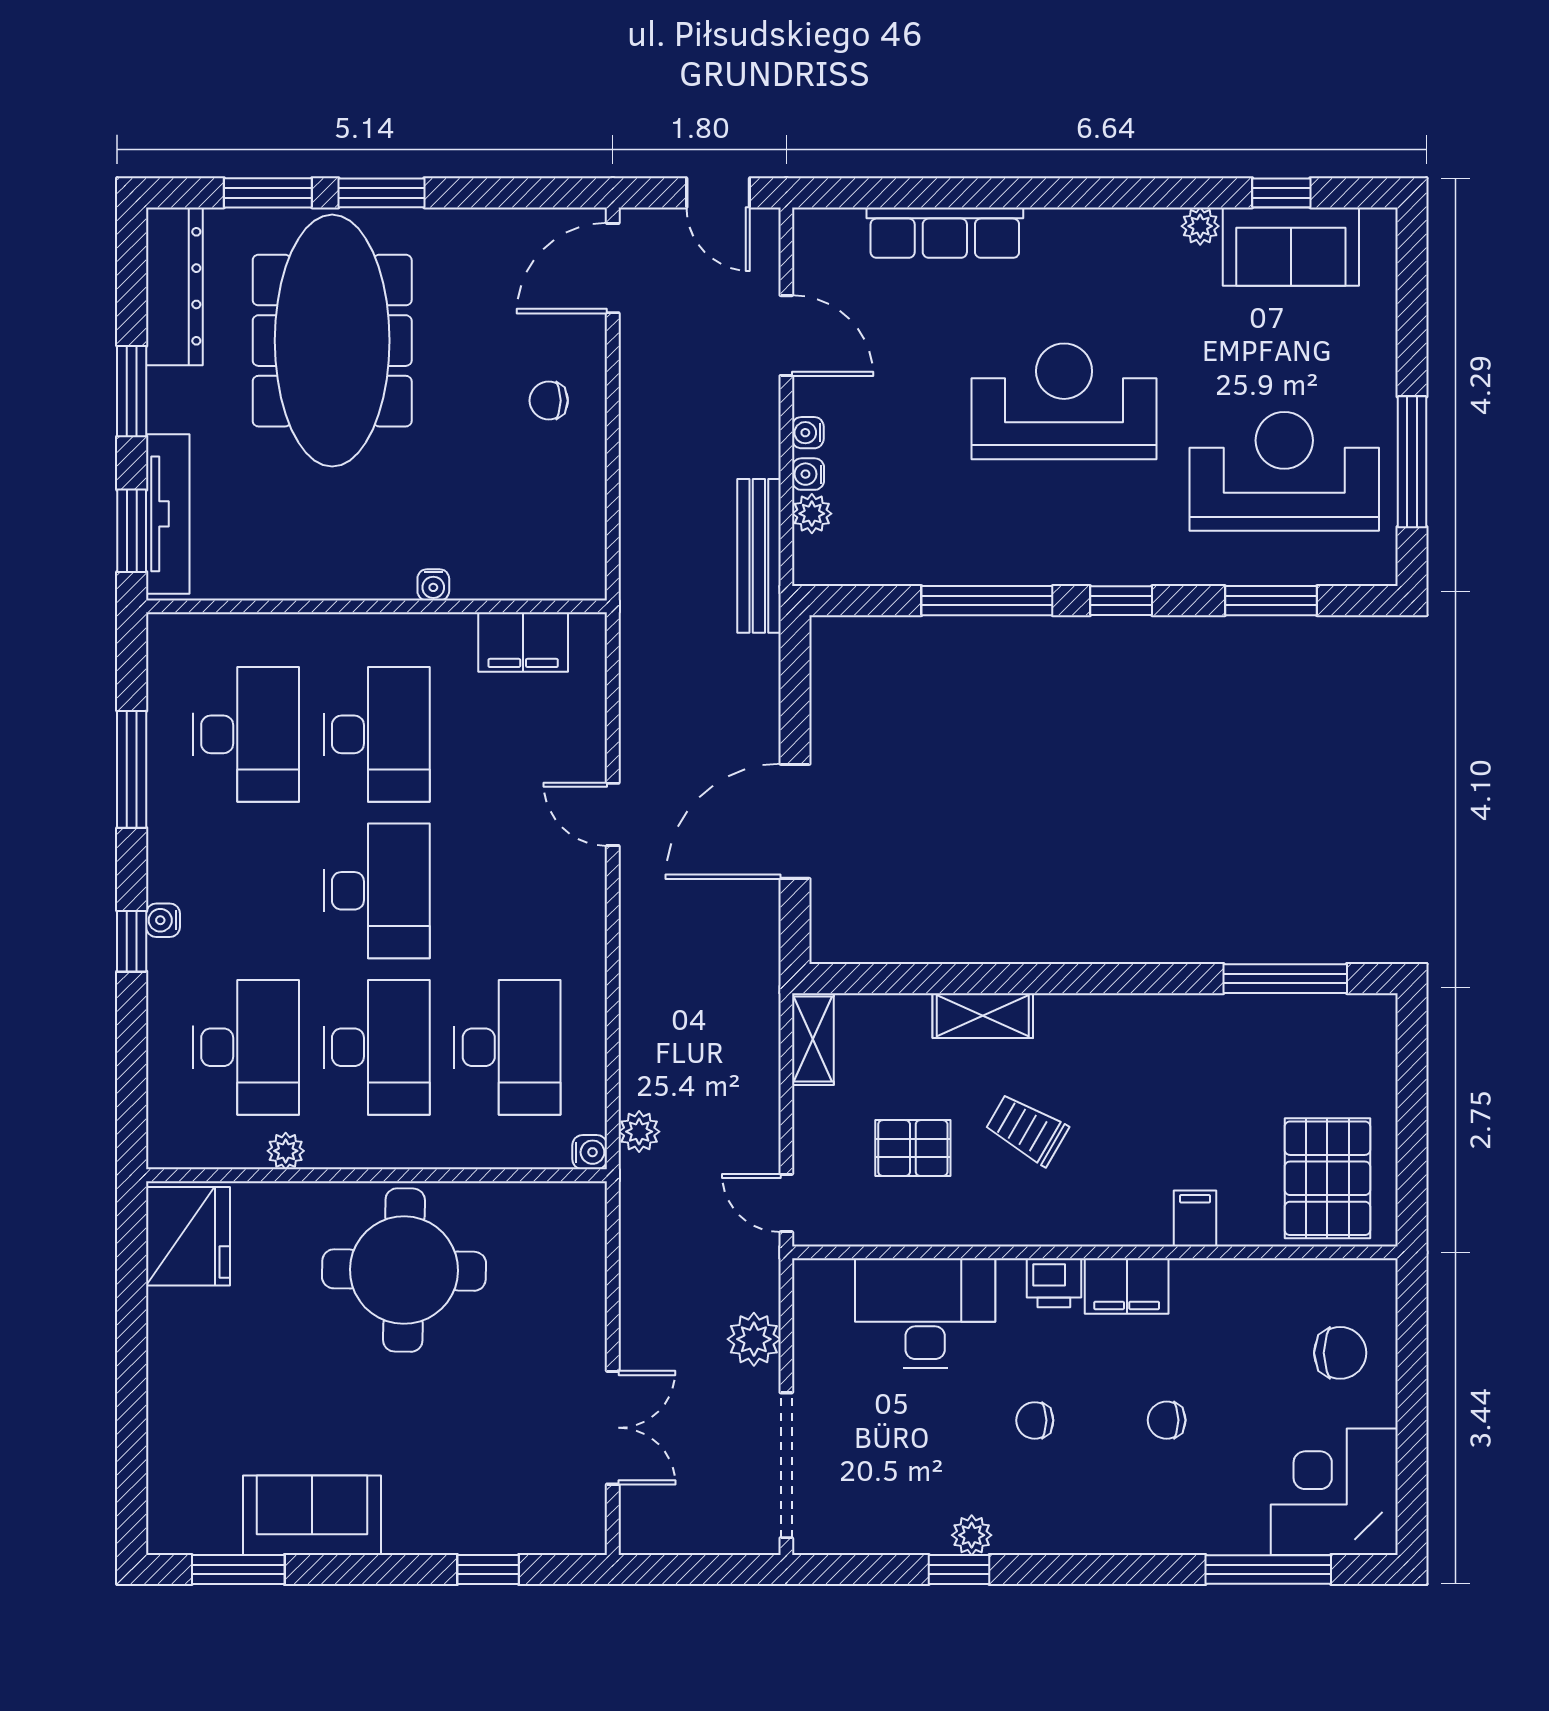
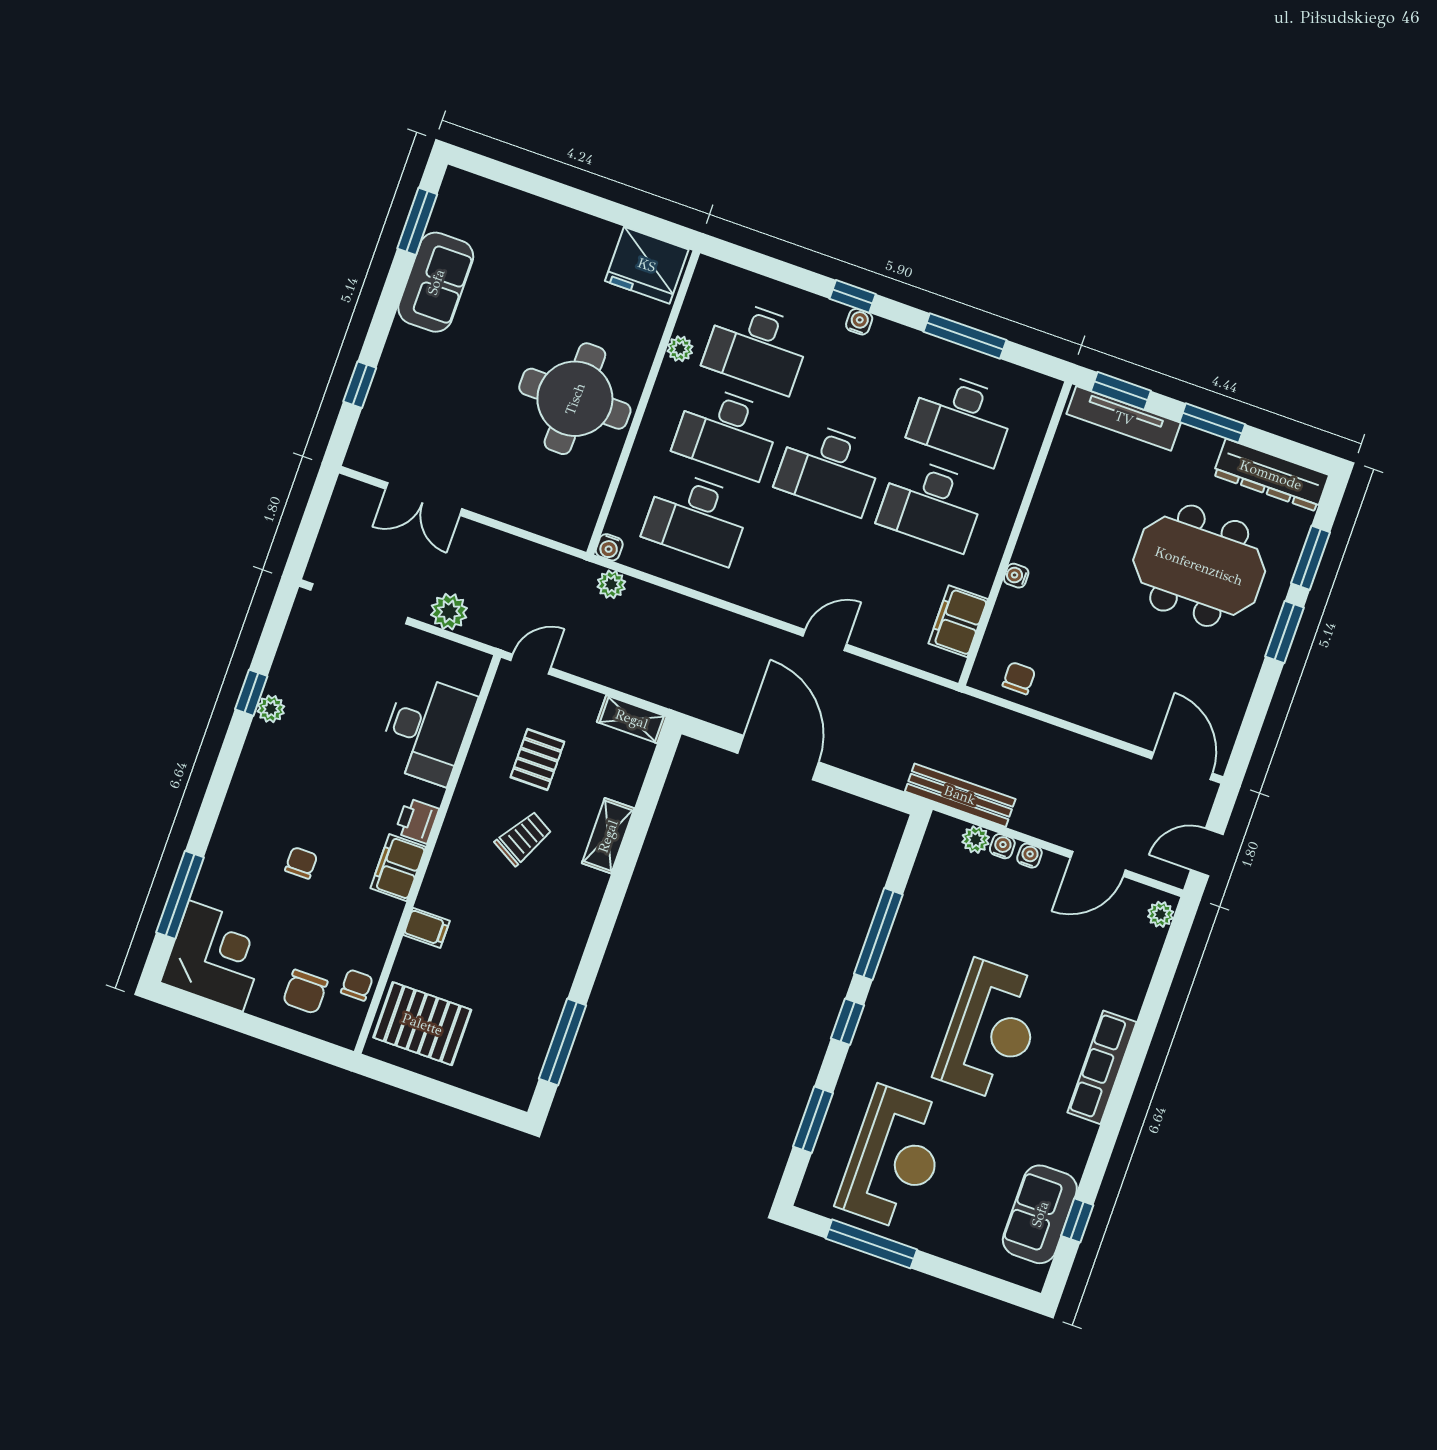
plant: (1200, 226) -> (1161, 914), moved
row of seats: (945, 233) -> (1102, 1067), moved
meeting table: (332, 341) -> (1199, 566), width x0.73
chair: (549, 401) -> (1019, 678), moved
chair: (1035, 1420) -> (357, 985), moved

